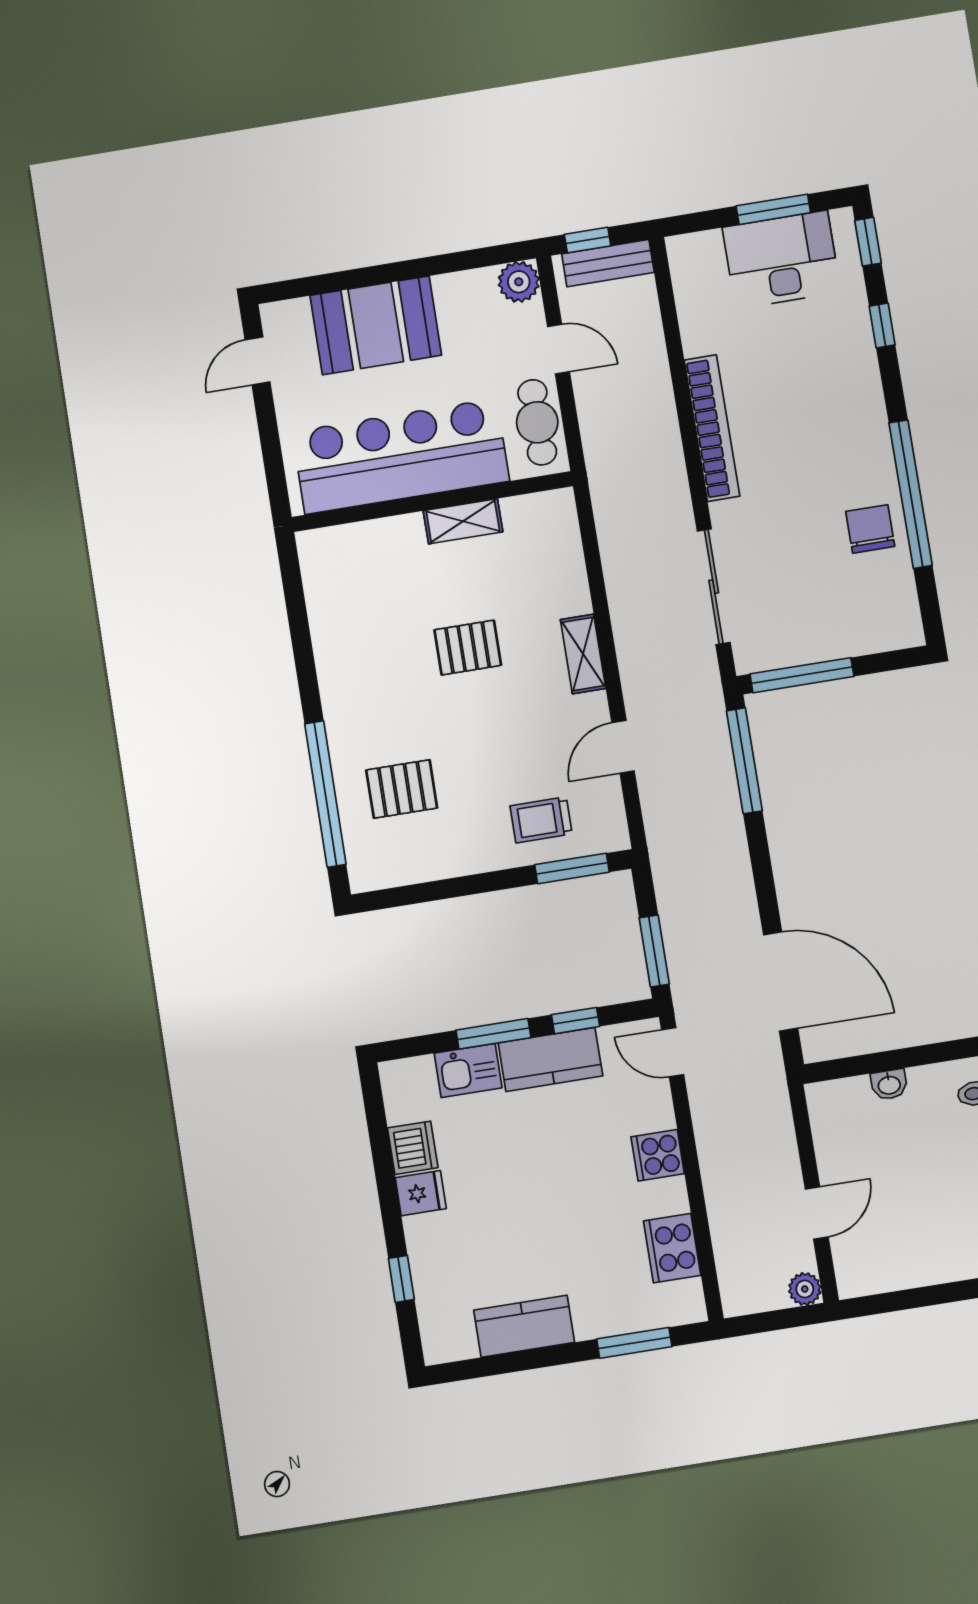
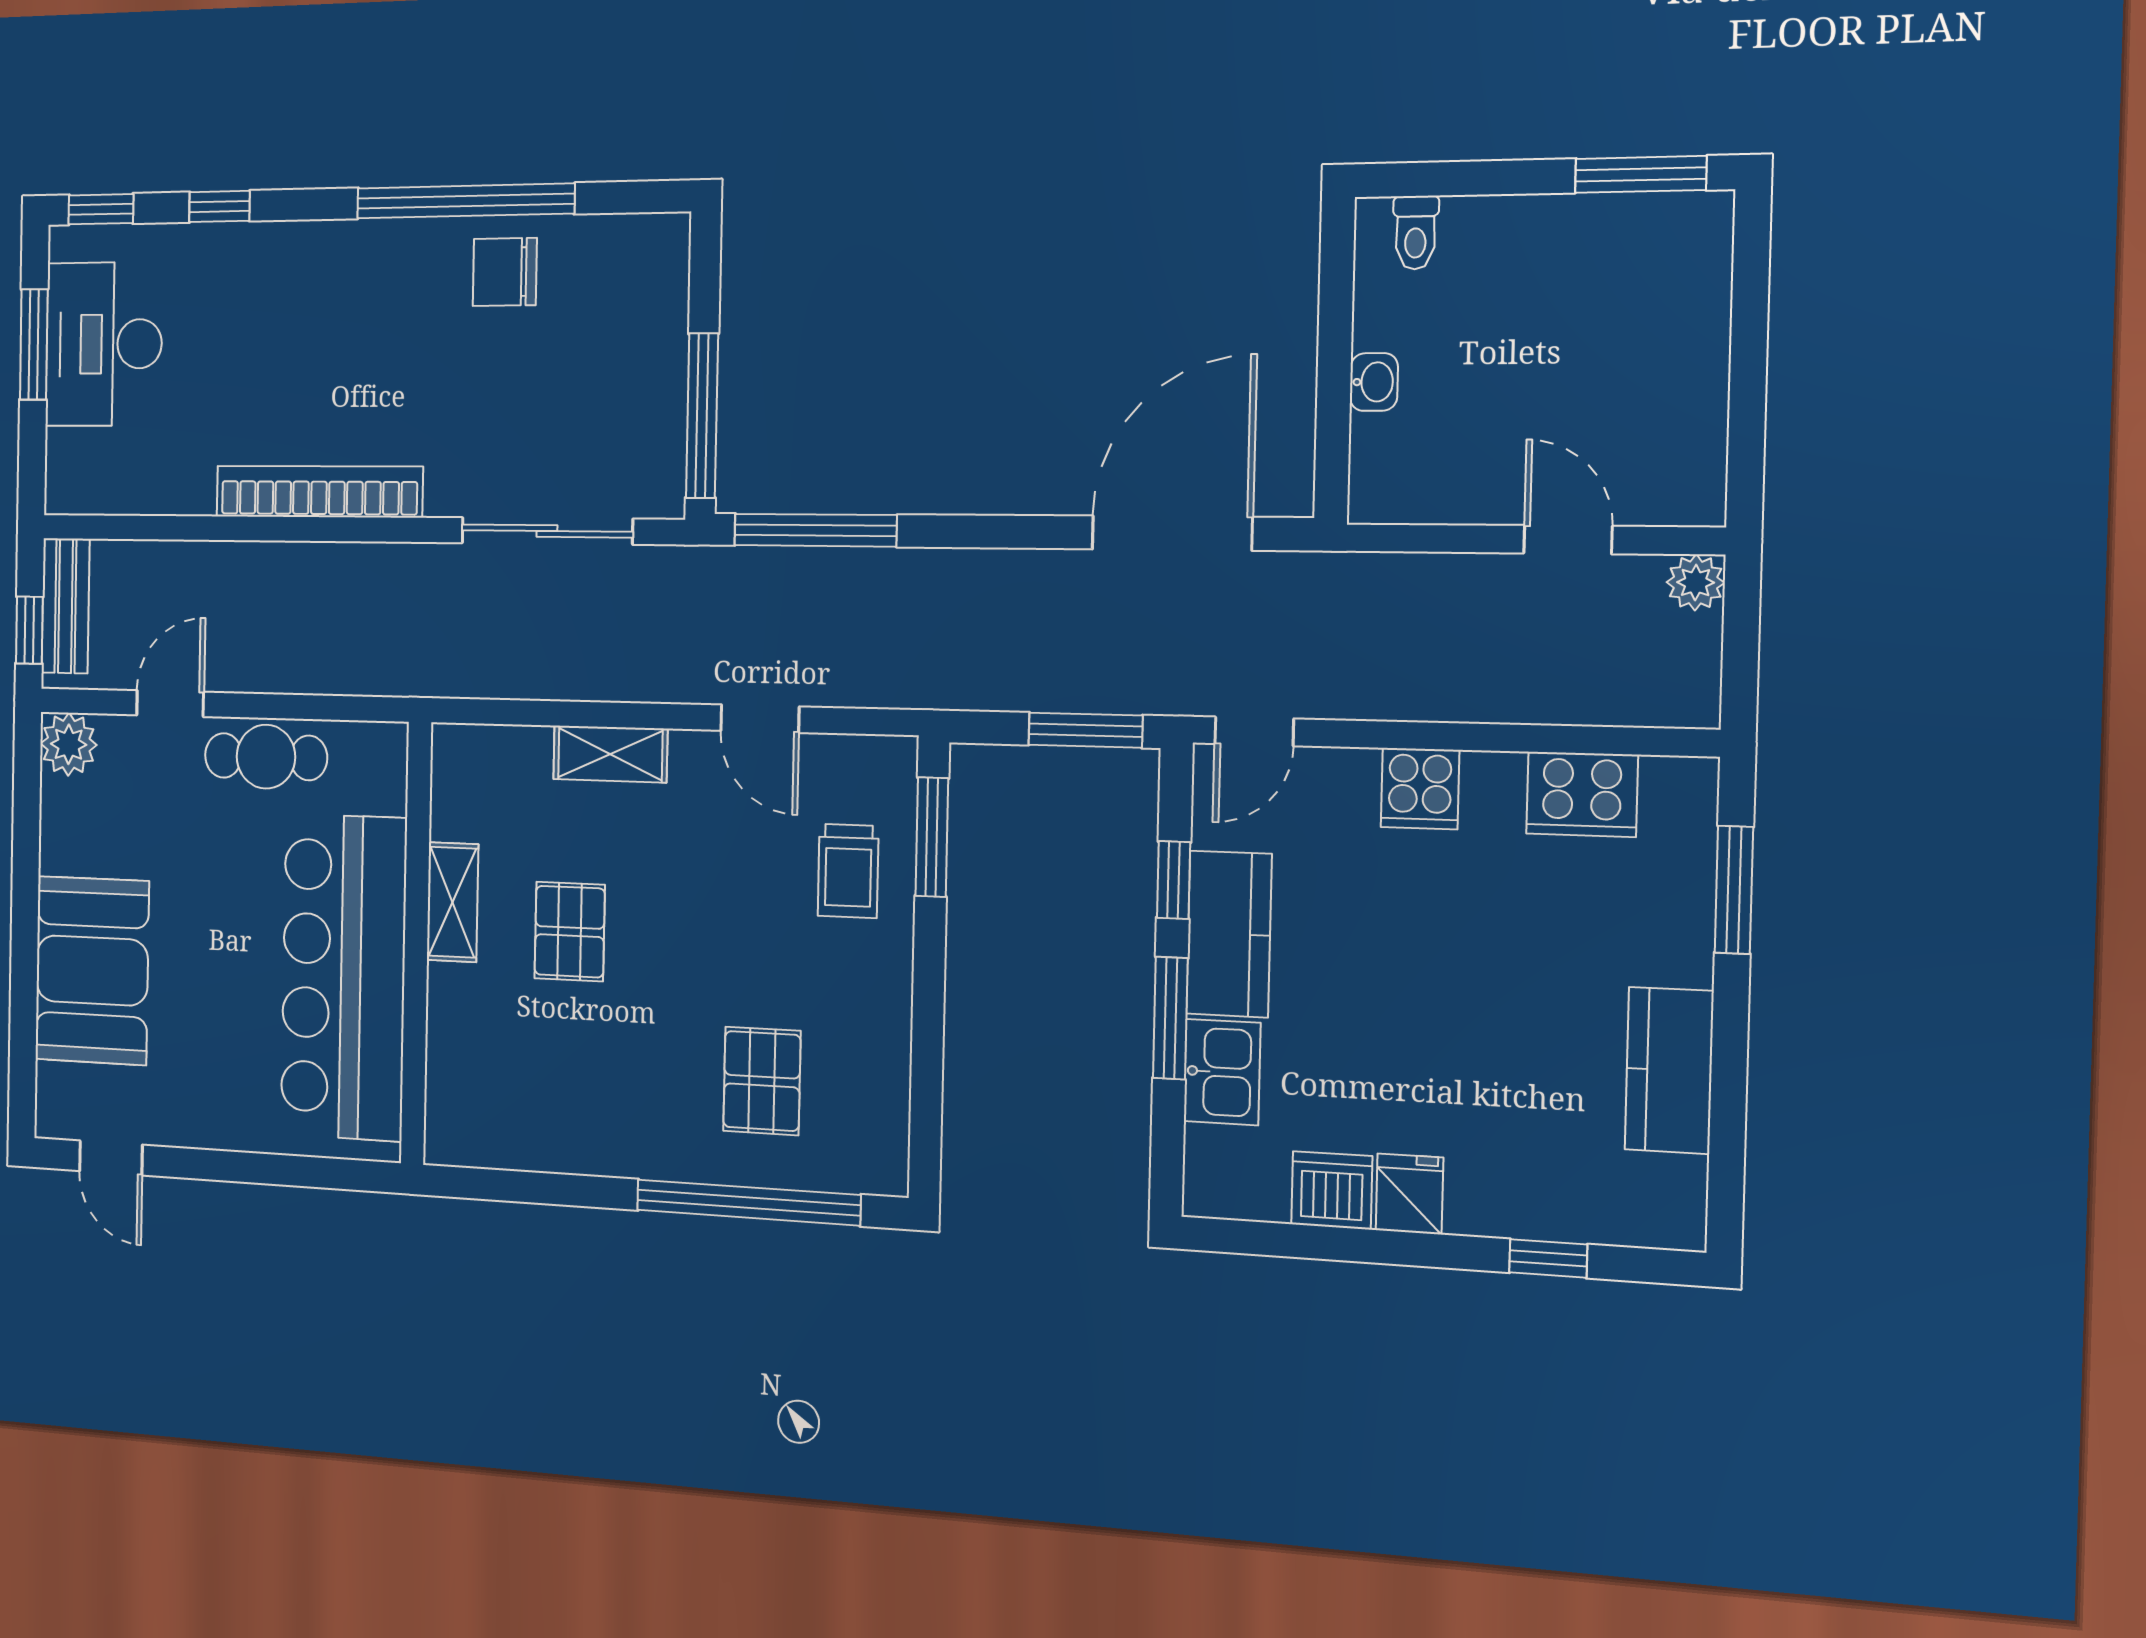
bar counter: (401, 456) -> (344, 977), moved
wall: (432, 502) -> (416, 943), moved
shelving: (463, 521) -> (452, 902), moved

